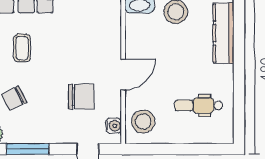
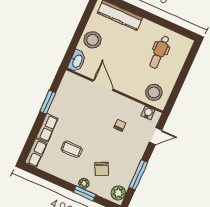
door: (123, 75) -> (103, 85), moved
chair: (81, 97) -> (120, 125), width x0.54, depth x0.54

